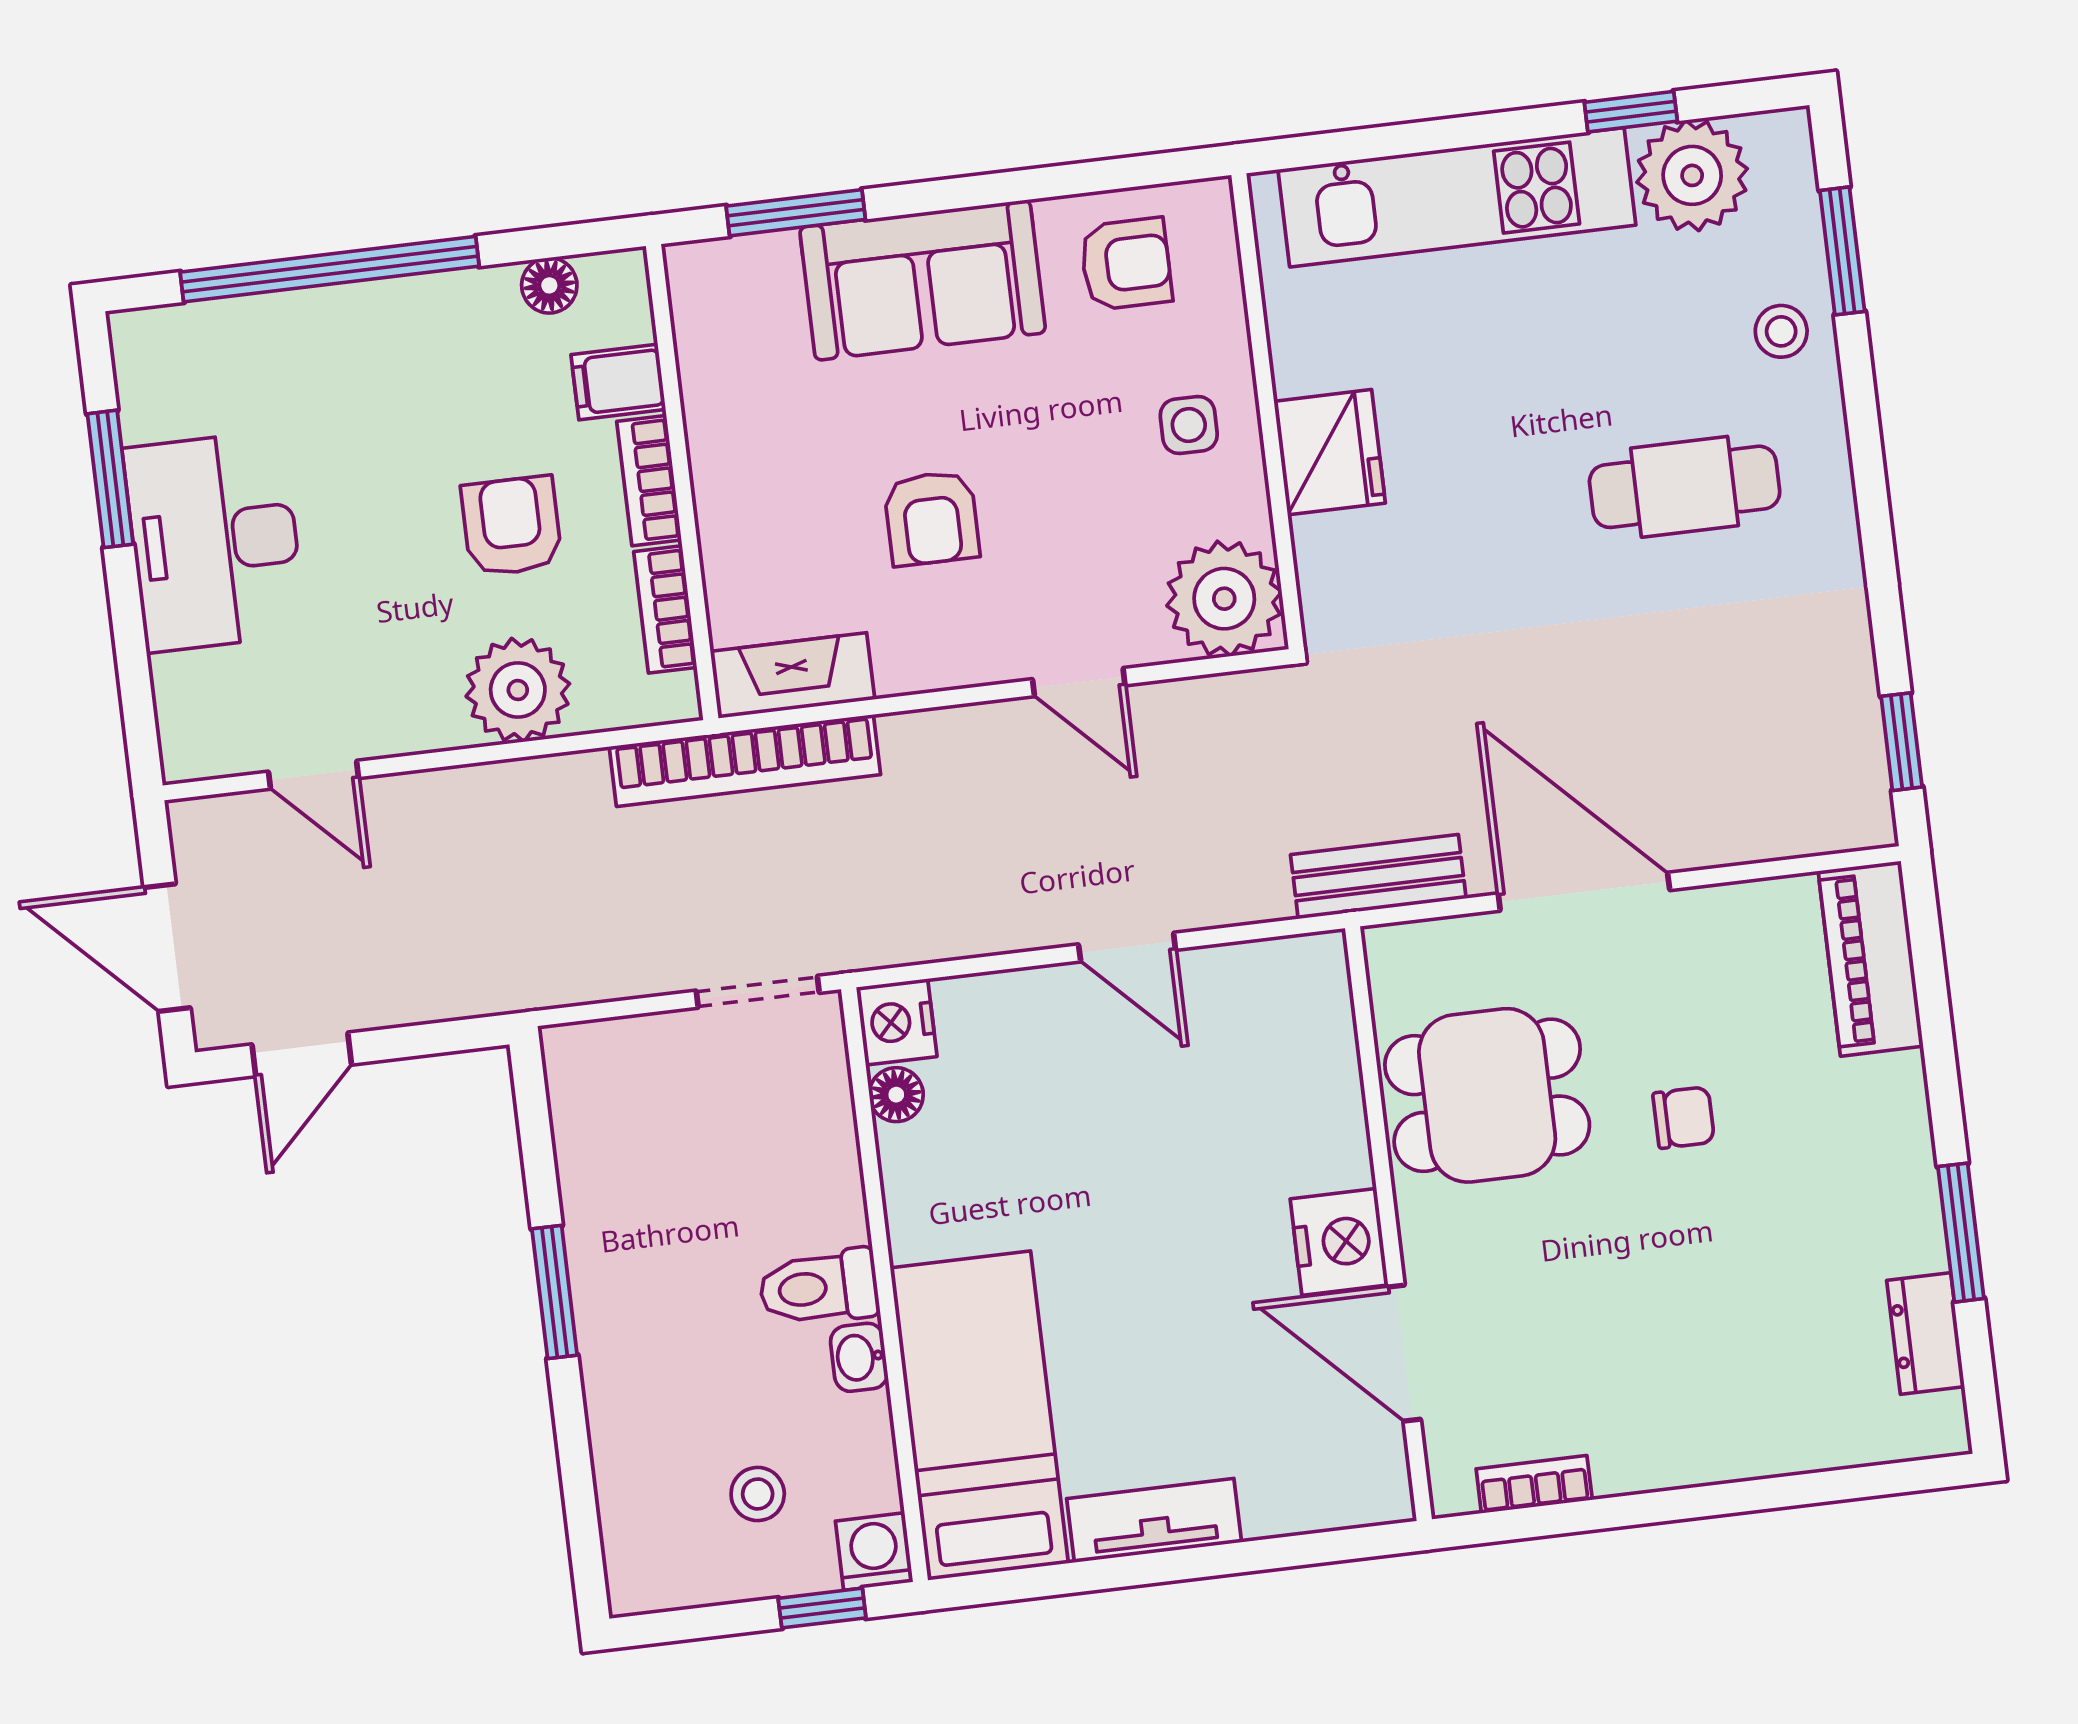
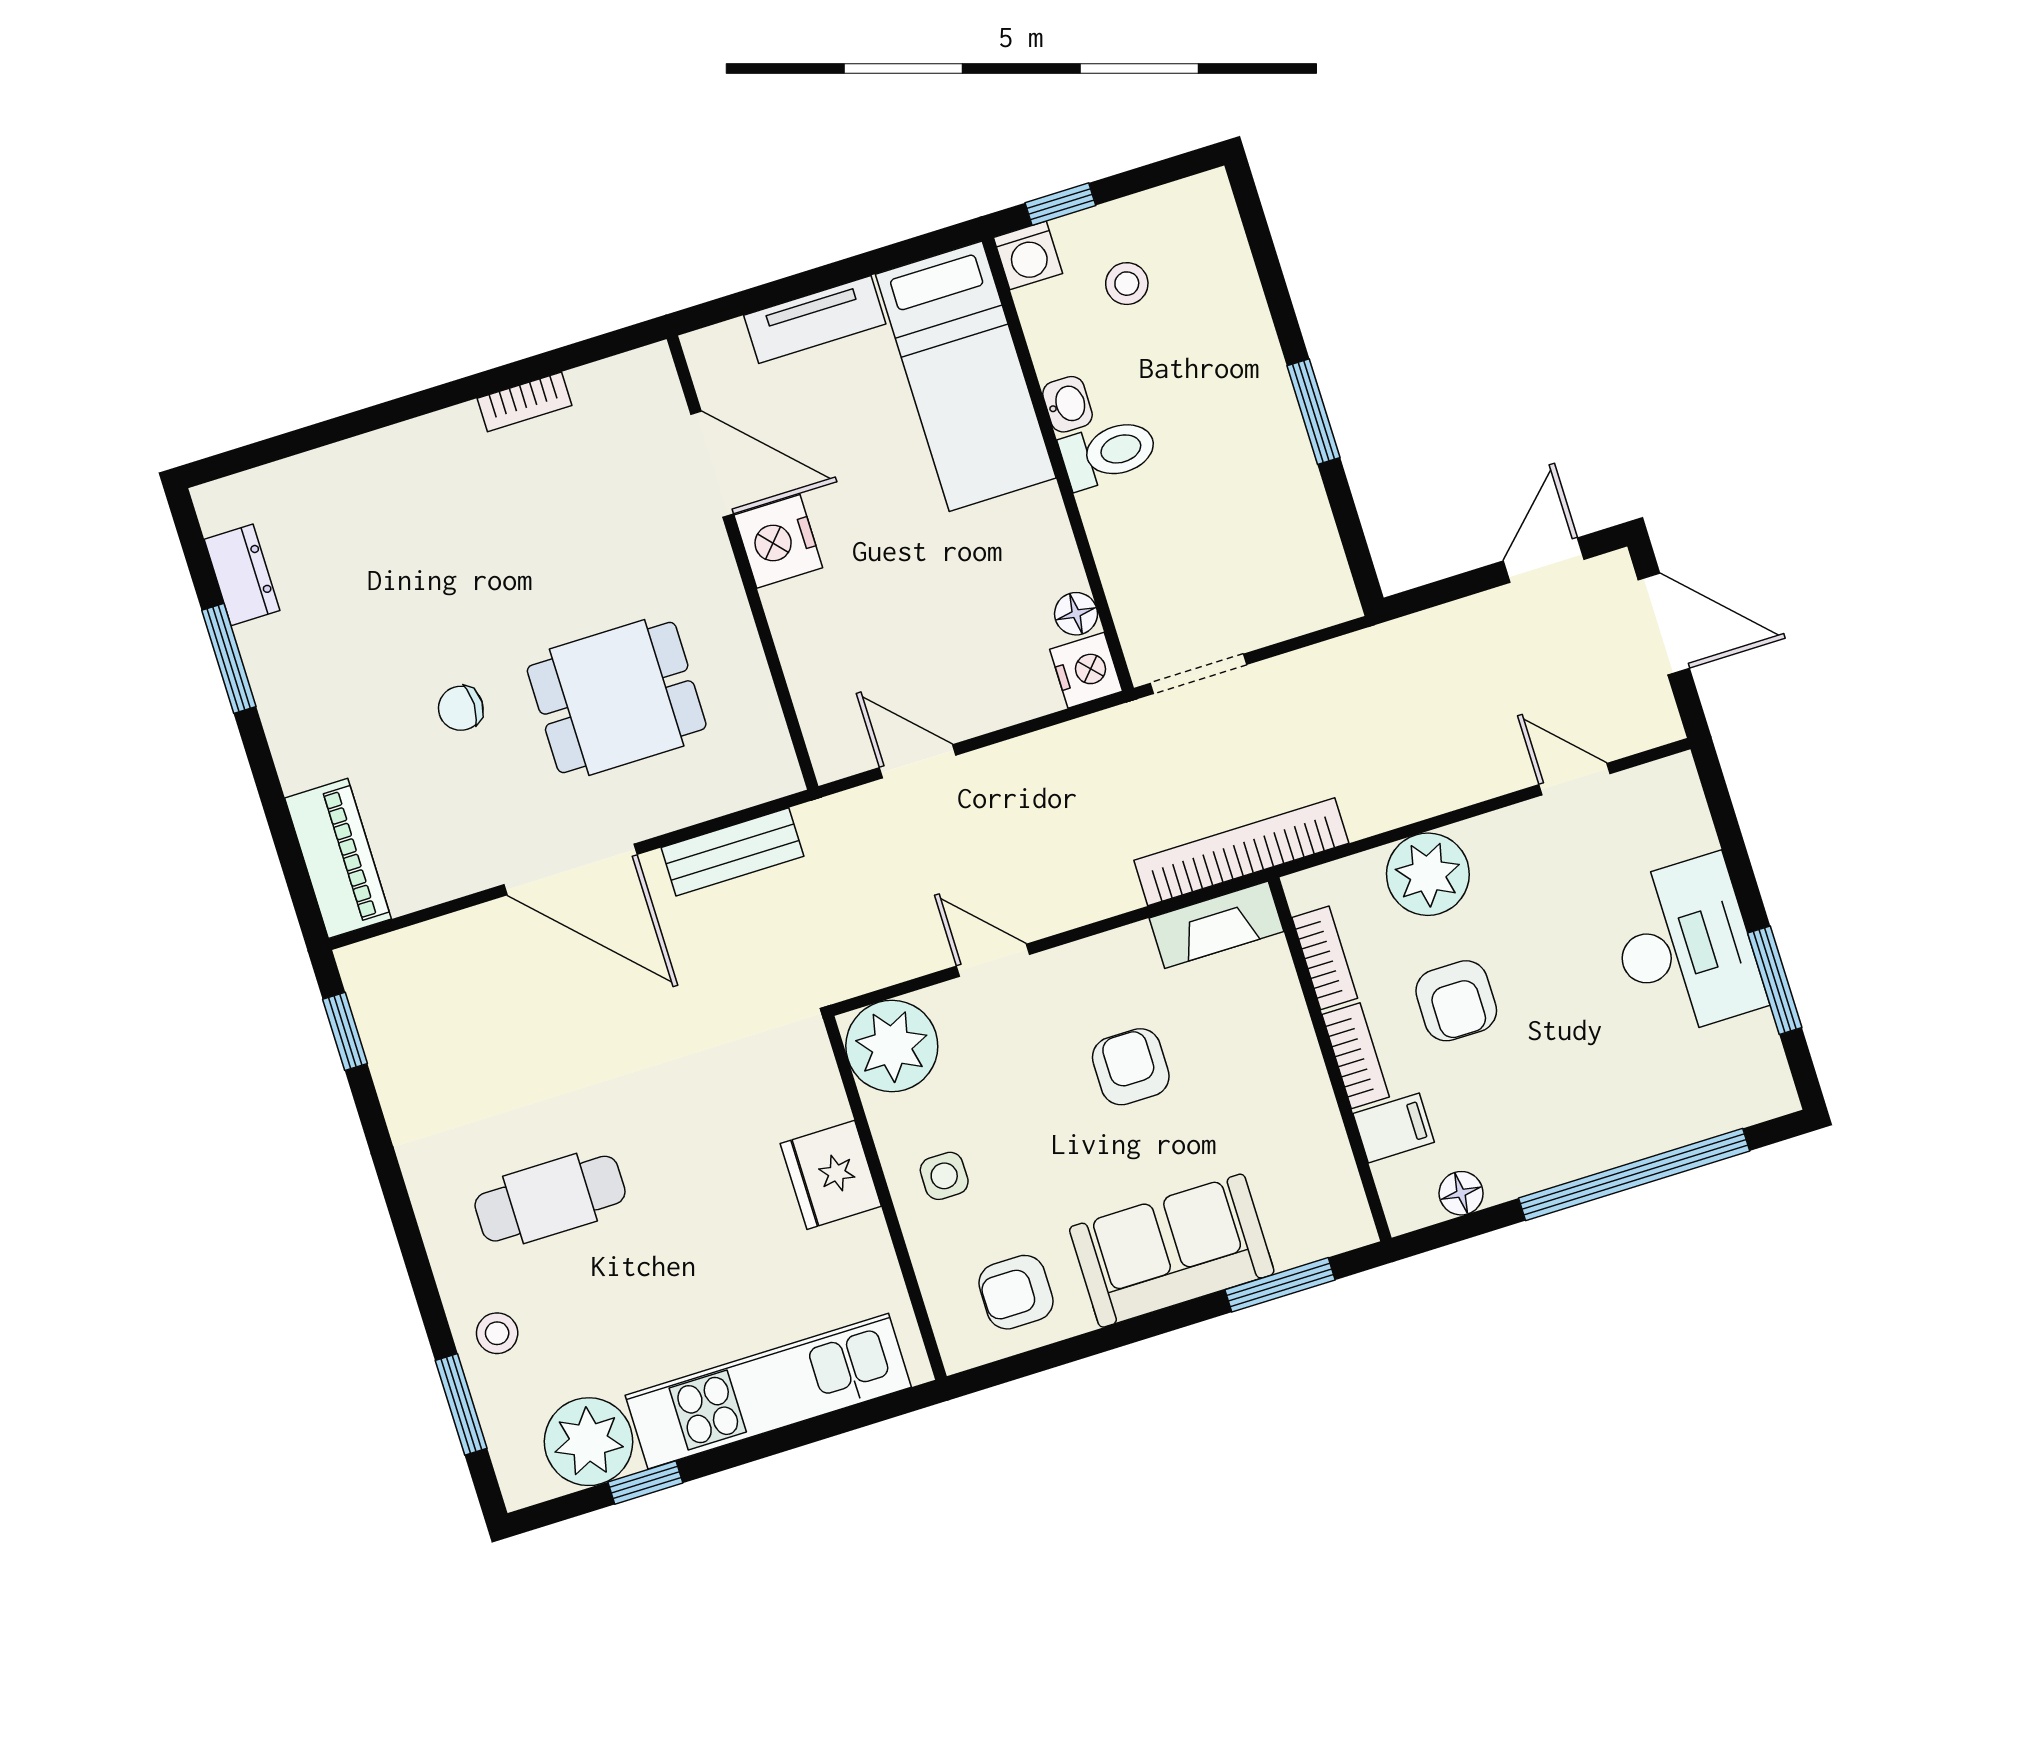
wall: (1388, 1224) -> (743, 563), moved
nightstand: (1339, 1242) -> (778, 541), moved
door: (1404, 1353) -> (712, 464), moved

